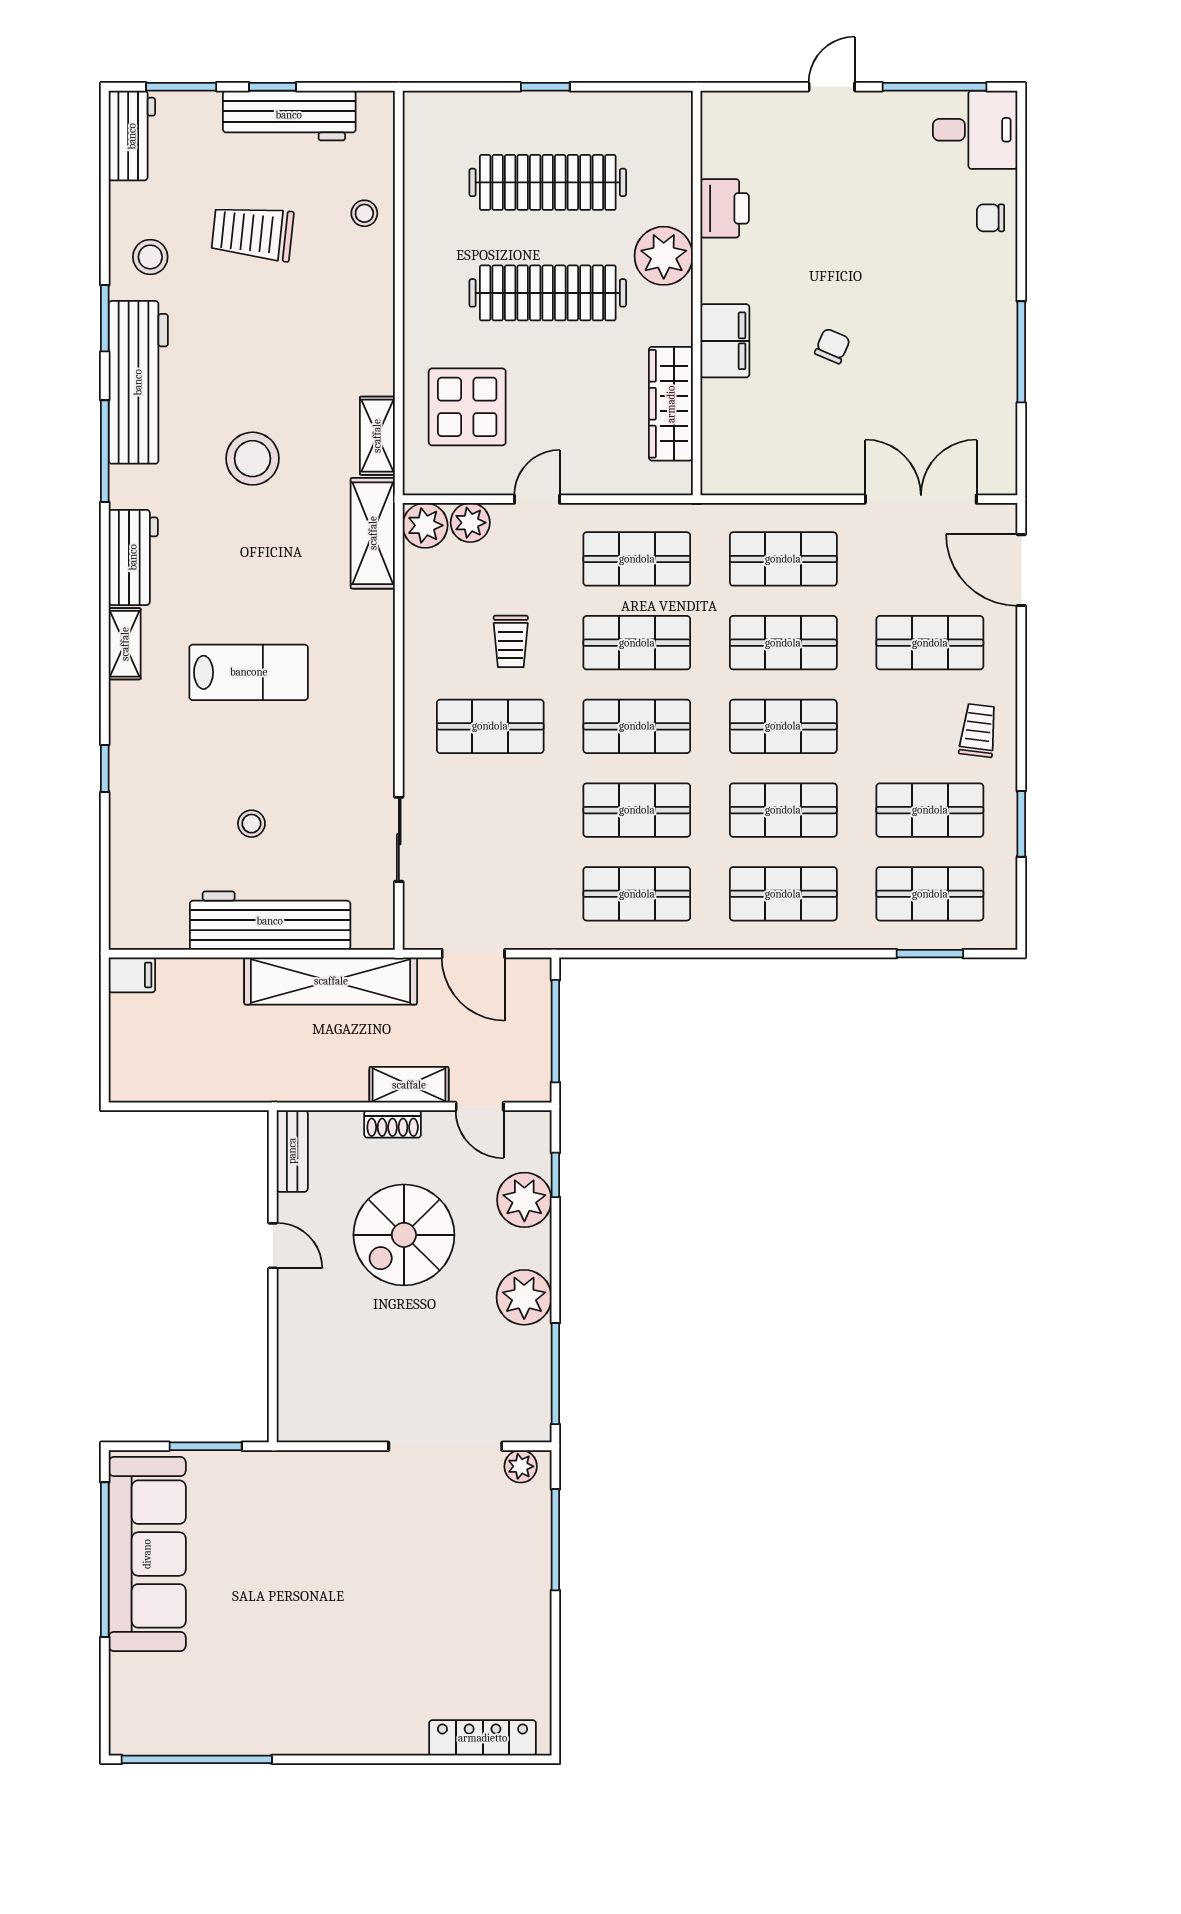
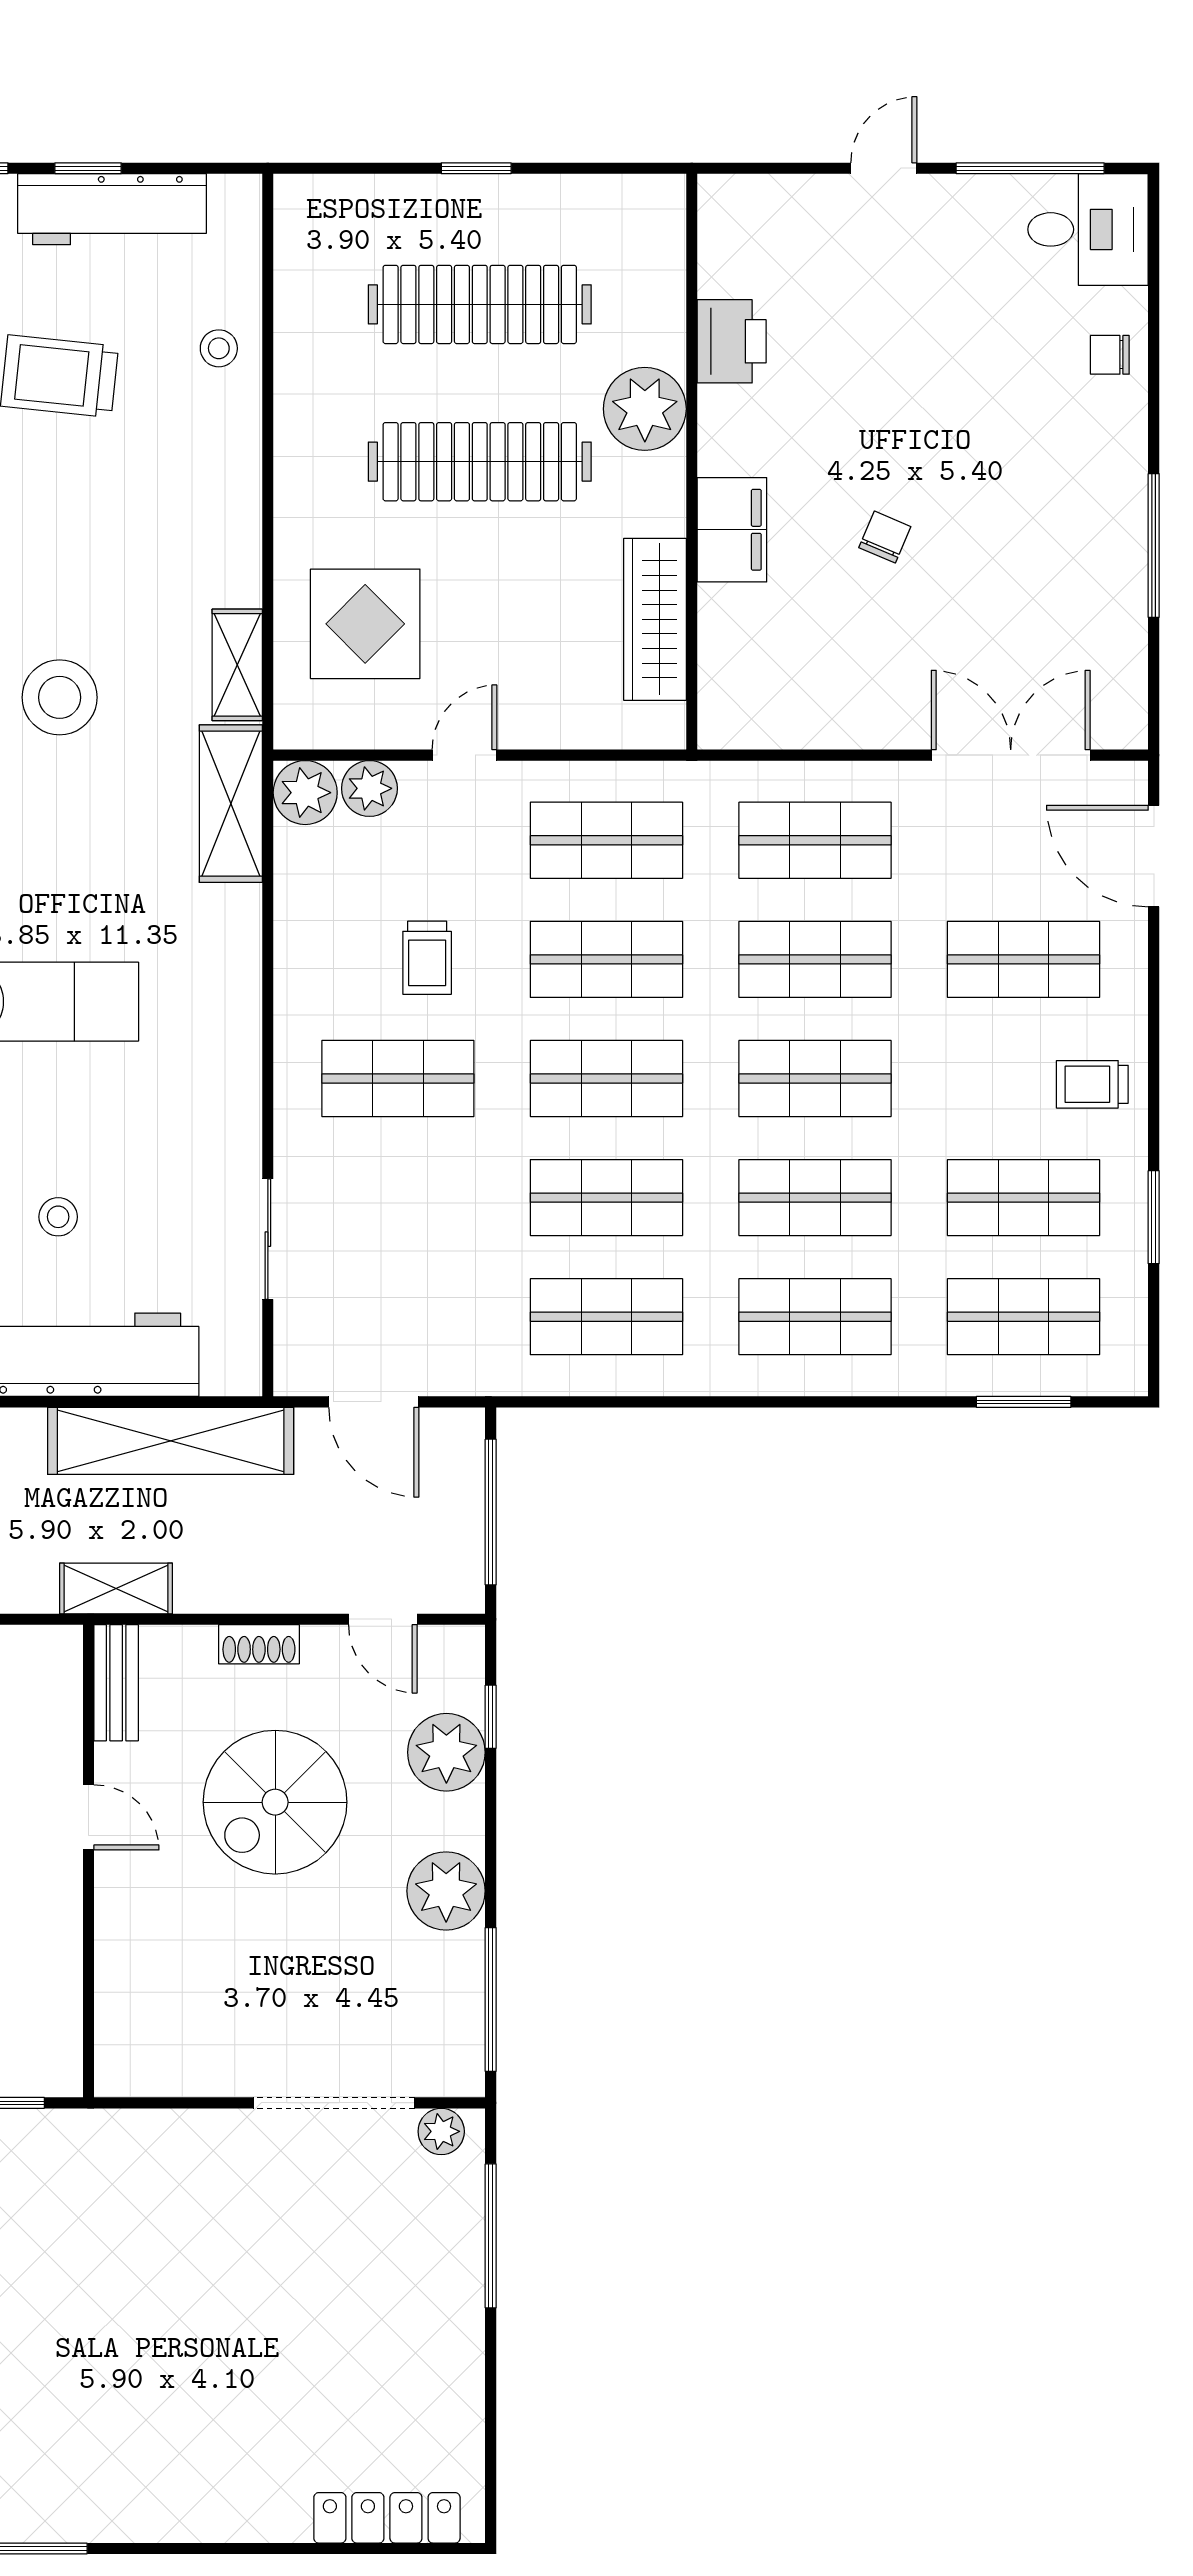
trolley: (978, 730) -> (1092, 1084), turned -97
shelving: (409, 1085) -> (116, 1588), moved

